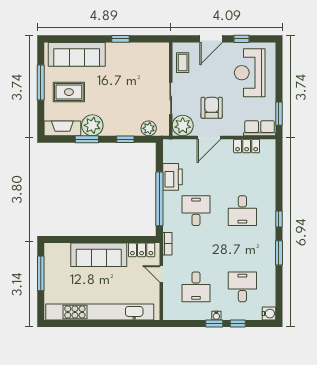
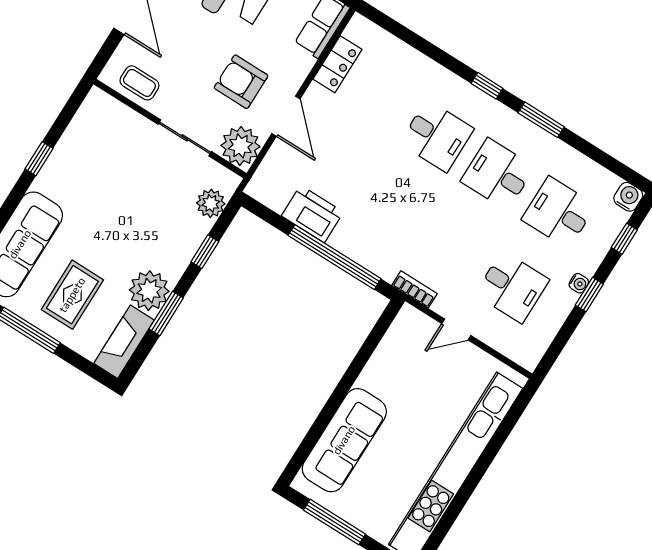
desk: (196, 211) -> (498, 174), moved
locker: (142, 250) -> (398, 337), removed
sofa: (99, 255) -> (344, 440), moved
window: (238, 324) -> (624, 239), moved

